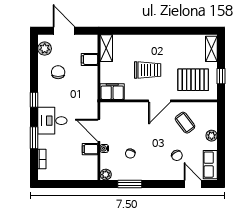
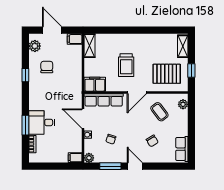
filing cabinet: (89, 59) -> (75, 39), moved
trolley: (148, 70) -> (126, 65), turned 90
window: (34, 100) -> (25, 75), moved
row of seats: (122, 109) -> (104, 100), added
desk: (52, 121) -> (42, 122), moved
plant: (212, 136) -> (183, 104), moved
filing cabinet: (90, 149) -> (75, 158), moved
door: (193, 184) -> (135, 166), moved

